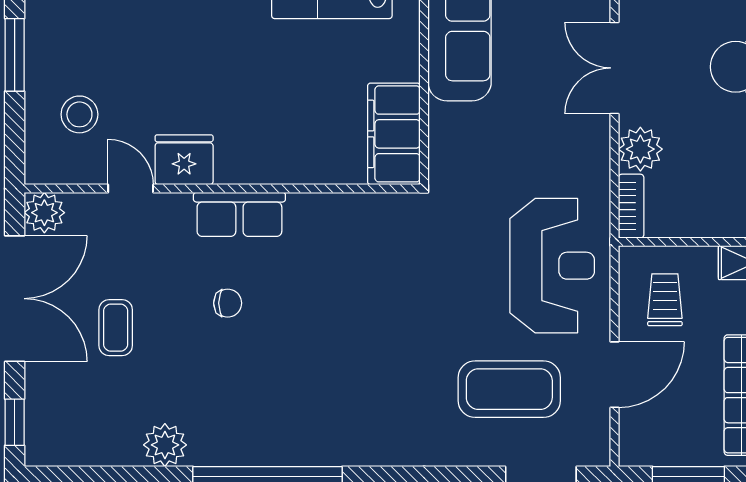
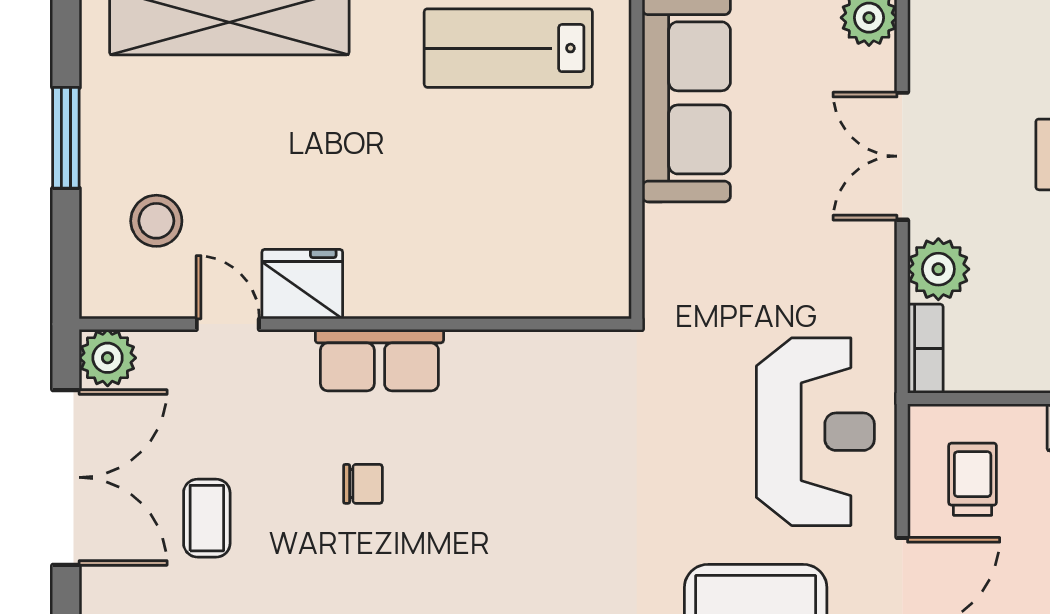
filing cabinet: (394, 134) -> (595, 248), removed

